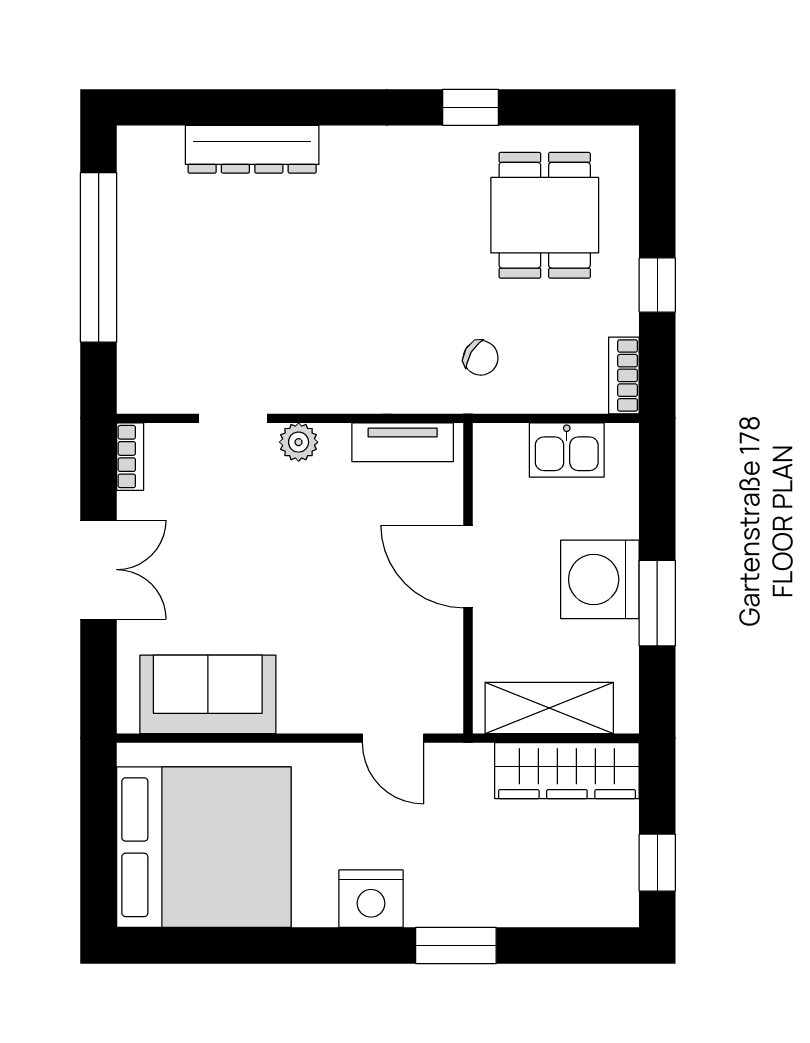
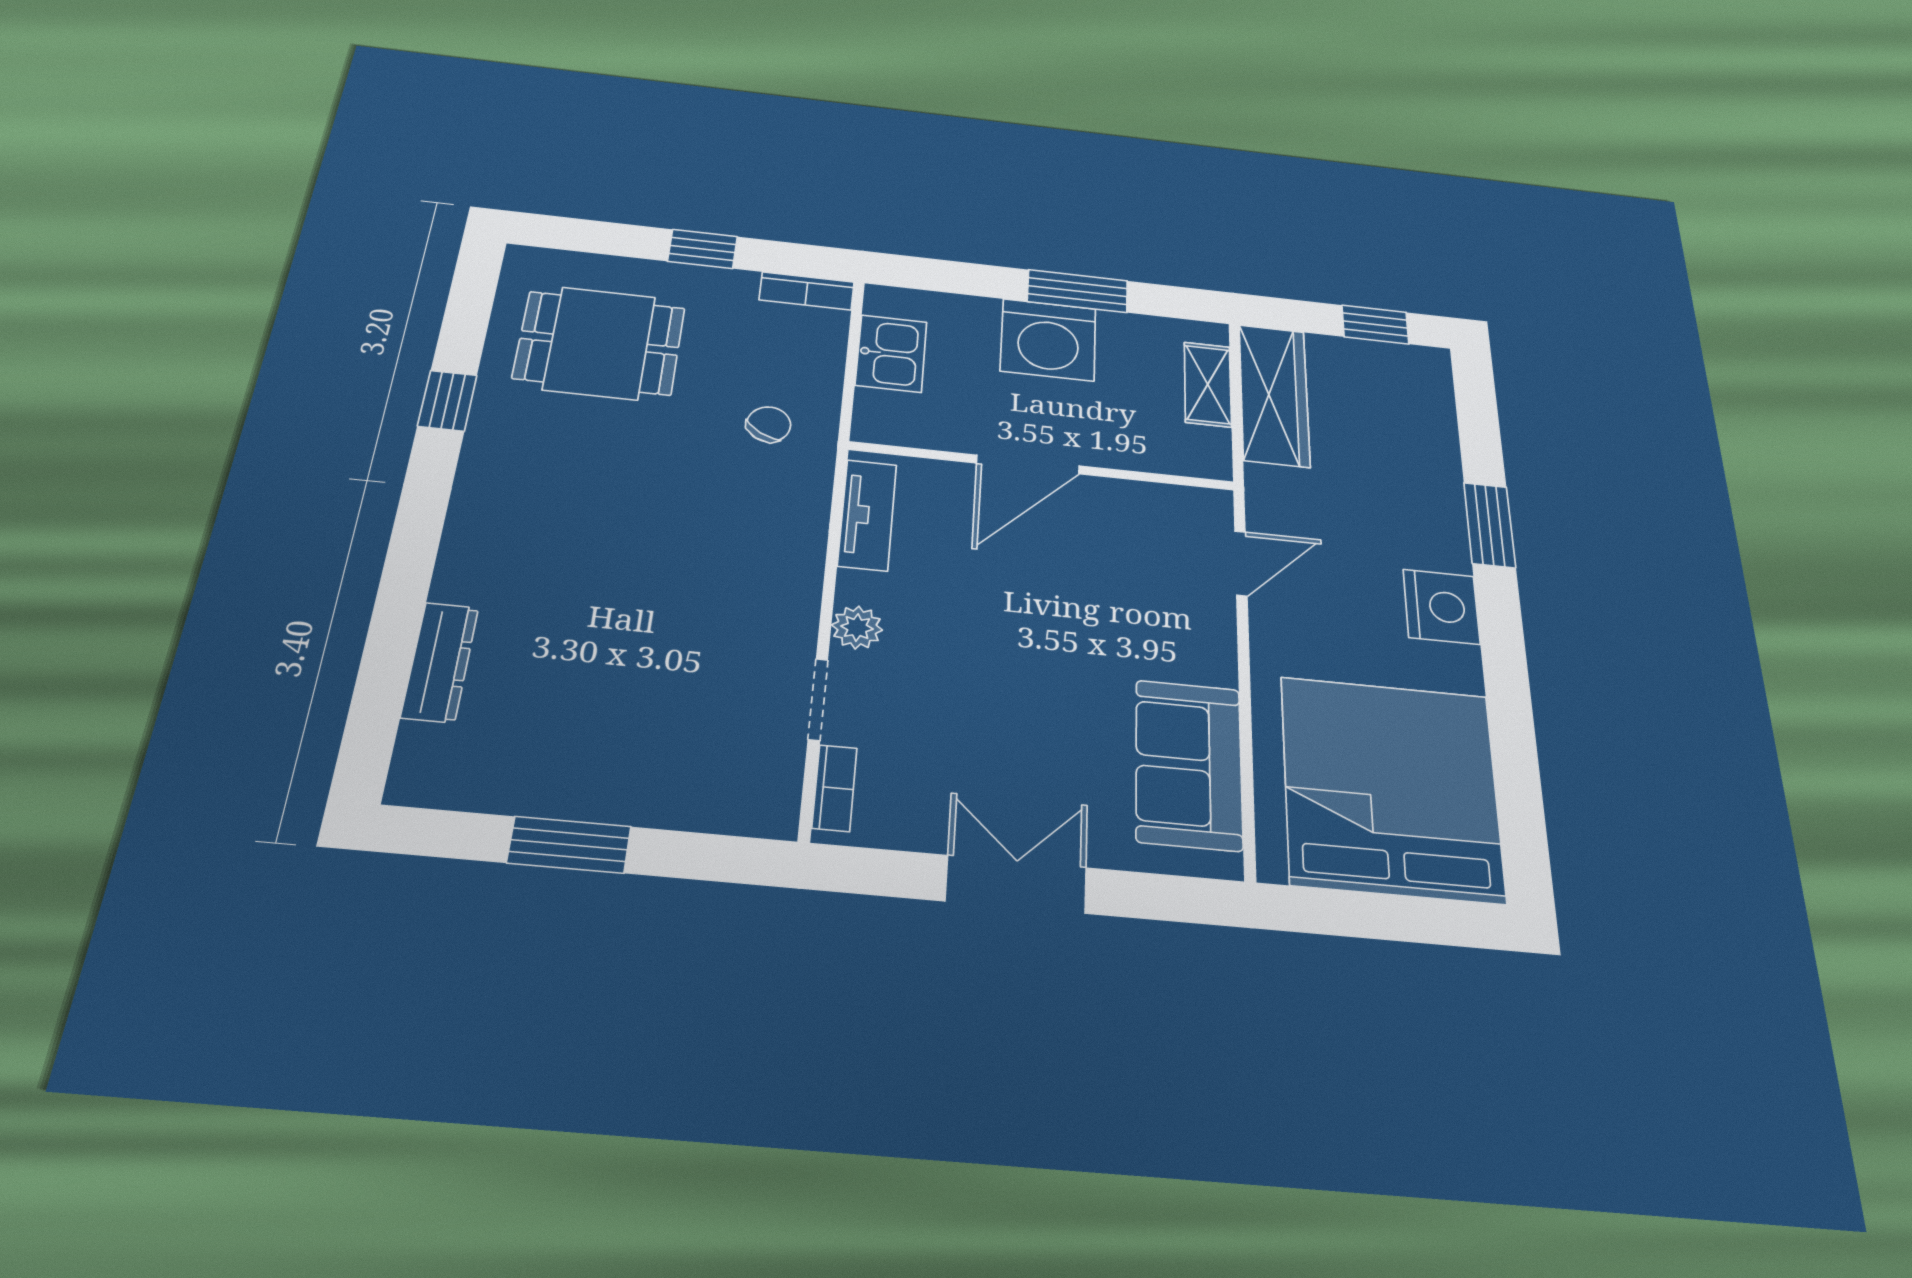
dresser: (252, 149) -> (440, 662), width x0.73, depth x0.80
window: (99, 257) -> (569, 845), width x0.47
bookcase: (130, 457) -> (835, 788), moved, turned 90
shelving: (549, 708) -> (1208, 384), width x0.67, depth x0.75

